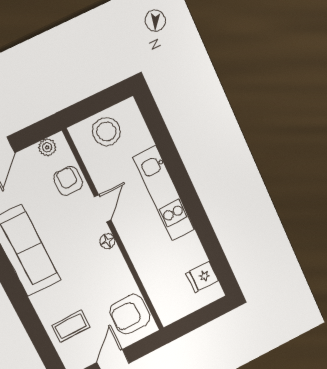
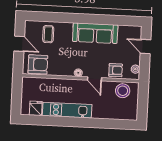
stool: (106, 132) -> (123, 91), moved
kitchen unit: (164, 194) -> (67, 110), moved
armchair: (130, 314) -> (38, 64), turned 90

